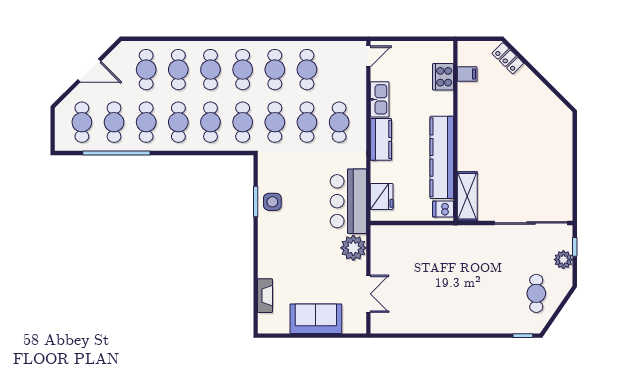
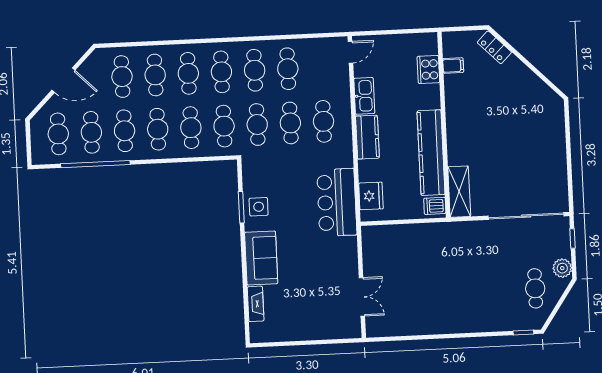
plant: (353, 248) -> (344, 250), removed
plant: (563, 260) -> (562, 268), moved
sofa: (316, 319) -> (261, 258), moved, turned 90

